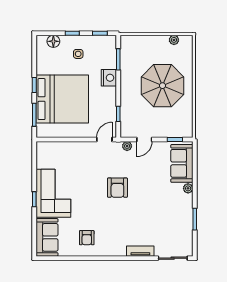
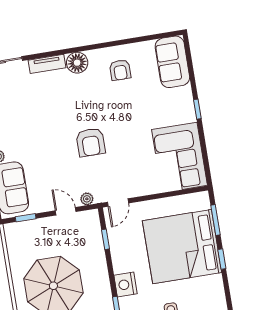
door: (144, 139) -> (66, 211), hinge flipped
armchair: (117, 188) -> (91, 142), turned 180
corner sofa: (53, 193) -> (180, 157), moved
armchair: (87, 238) -> (120, 70), turned 180
floor lamp: (118, 248) -> (77, 63), added

